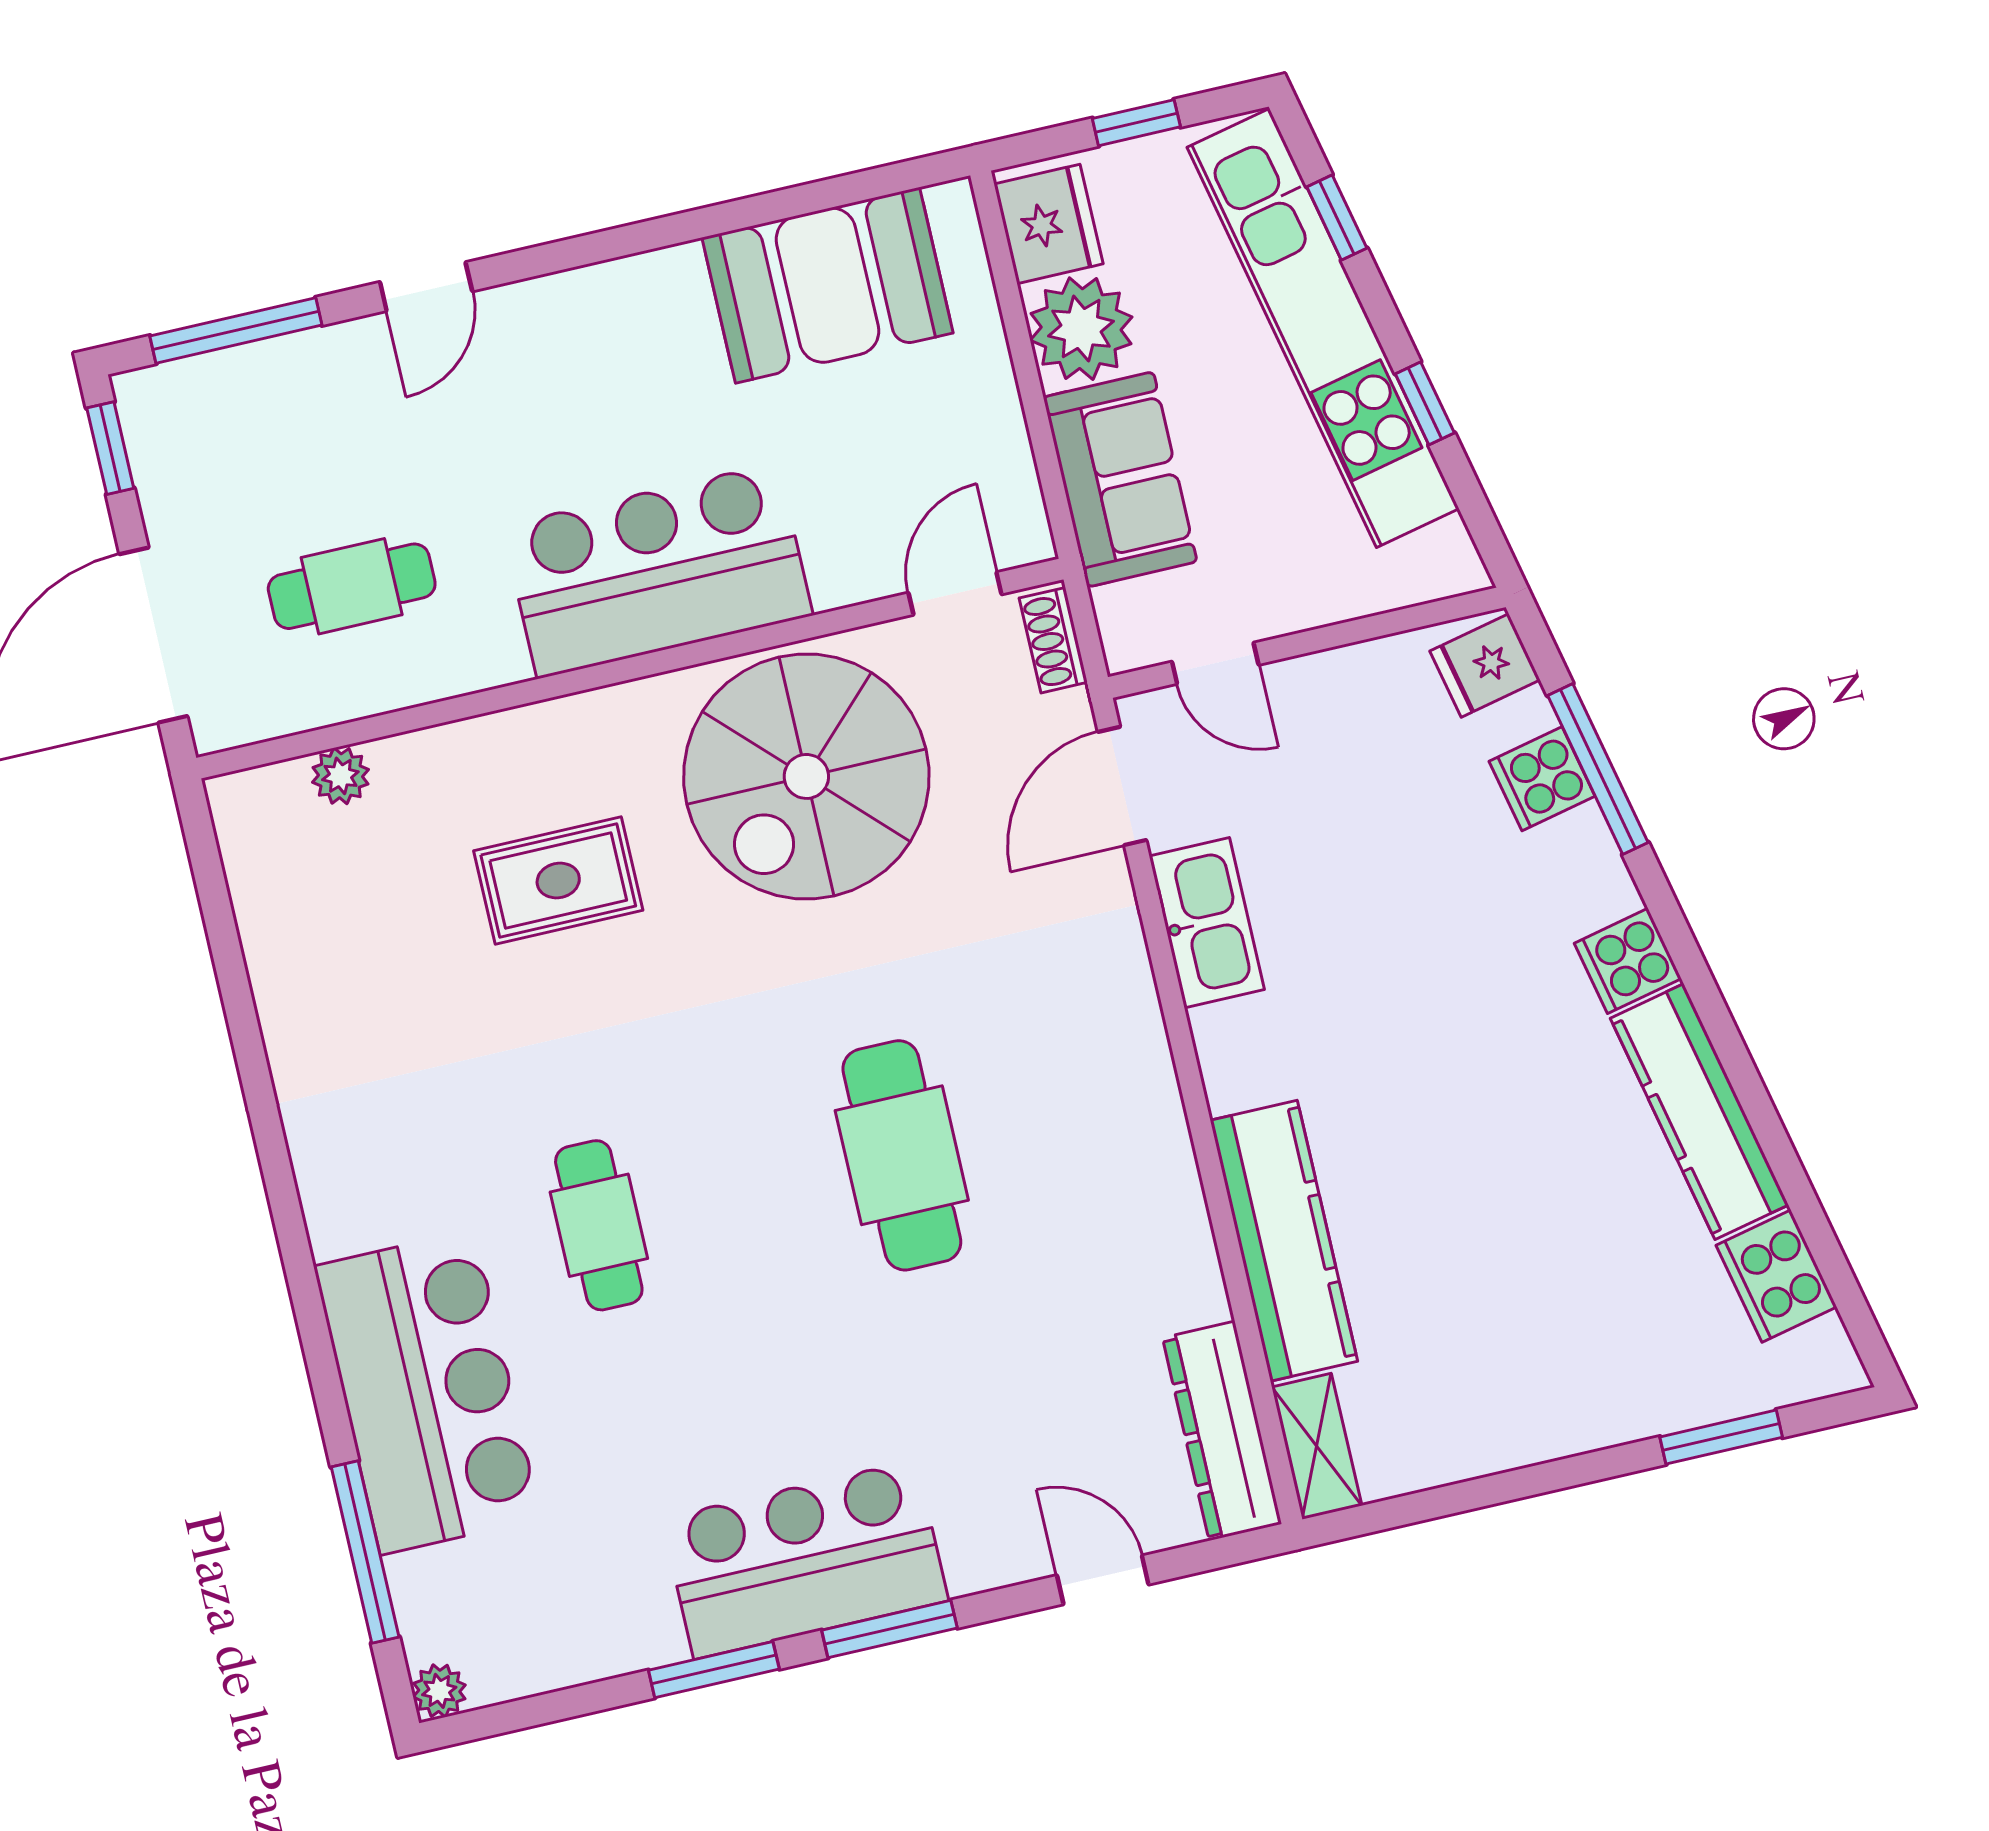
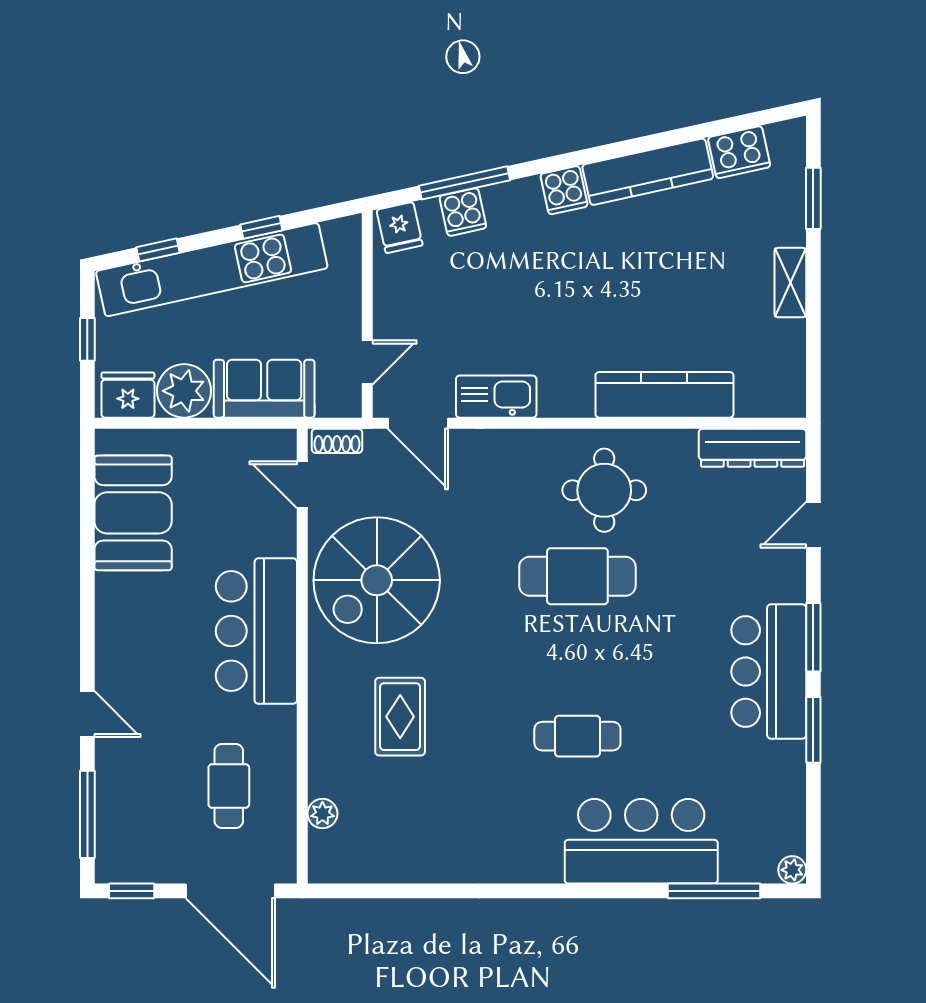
spiral stairs: (806, 776) -> (377, 580), turned 90
round table: (1077, 1168) -> (604, 490), added
shelving: (1317, 1446) -> (790, 283), moved, turned 90

